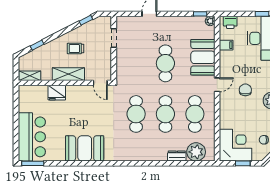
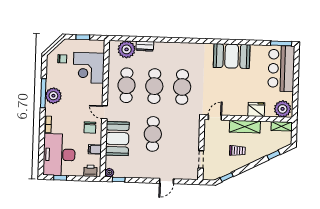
door: (100, 83) -> (215, 117), hinge flipped
door: (217, 85) -> (105, 112), hinge flipped
chair: (245, 90) -> (90, 128), moved
plant: (29, 94) -> (283, 109), added
corner desk: (236, 145) -> (89, 68), moved

